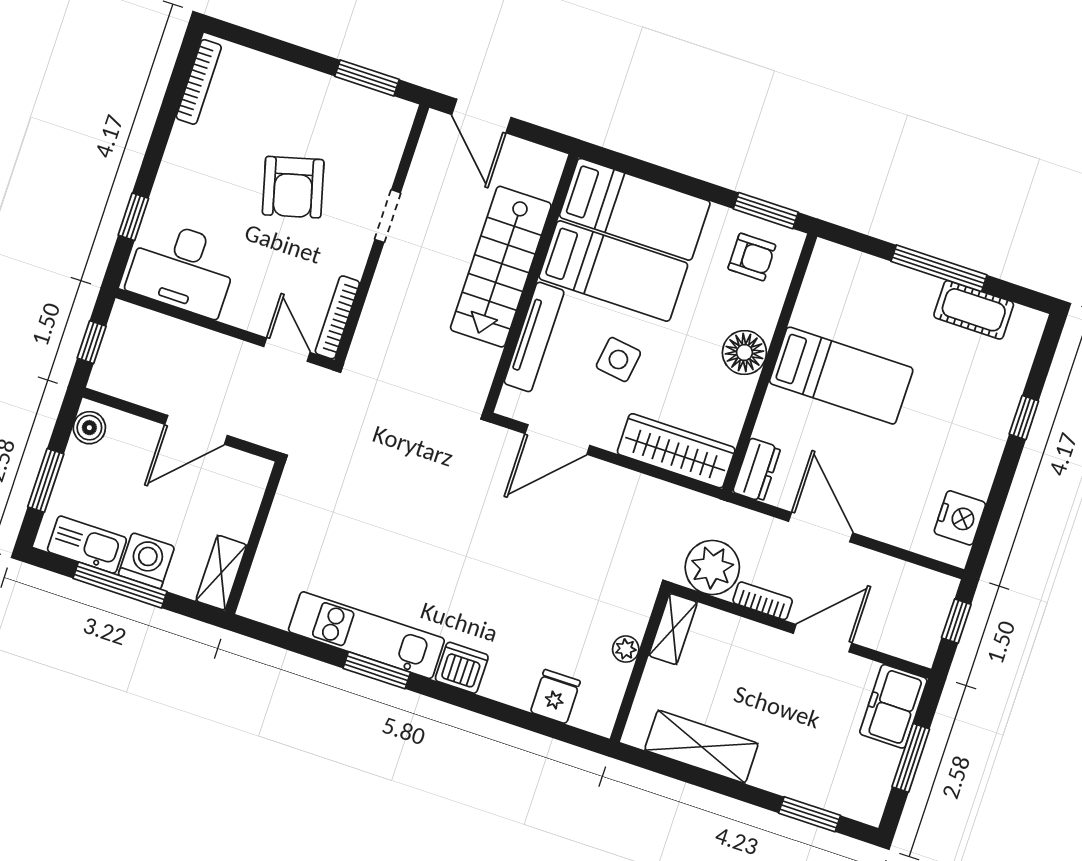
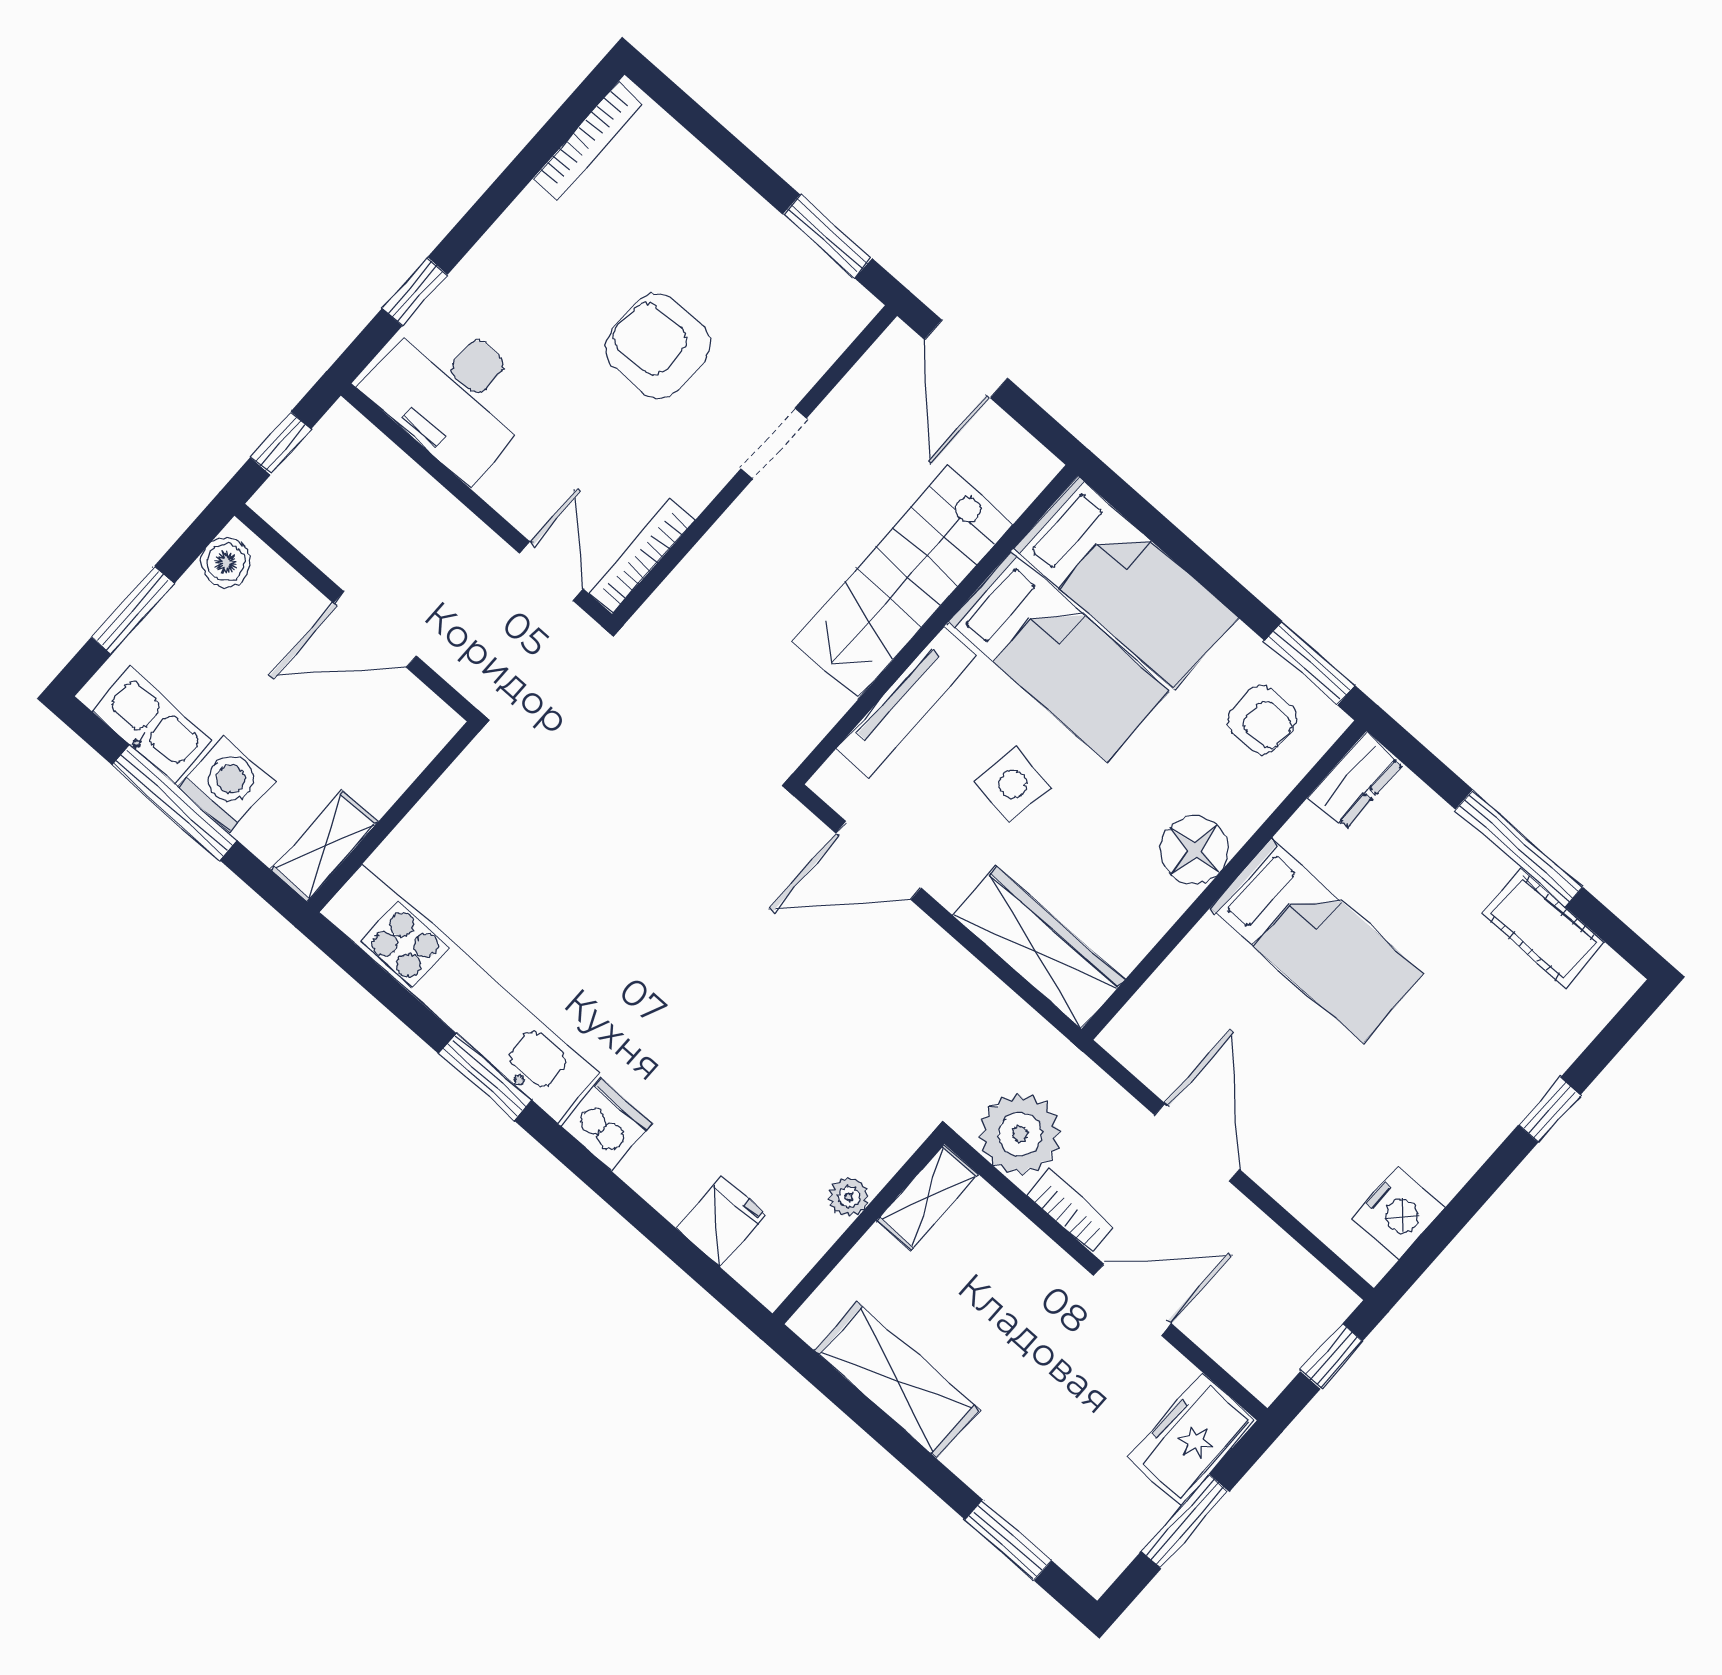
armchair: (293, 187) -> (658, 346), turned 105
dresser: (757, 470) -> (1356, 781), moved
kitchen unit: (366, 635) -> (460, 993), width x1.36

